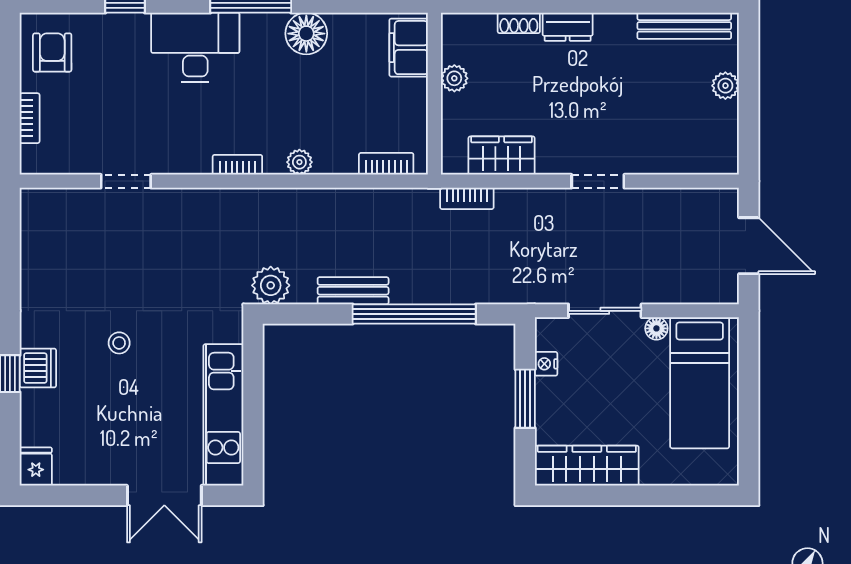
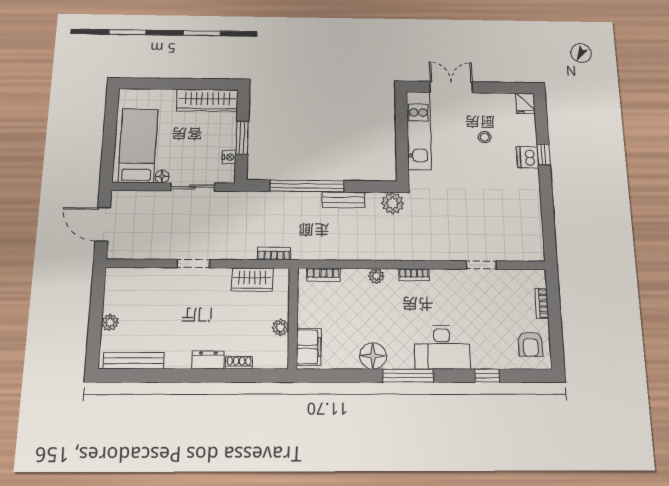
stool: (119, 343) -> (485, 137), moved

